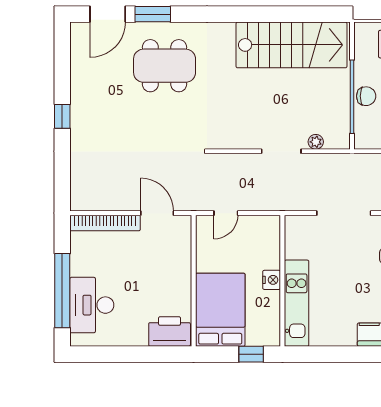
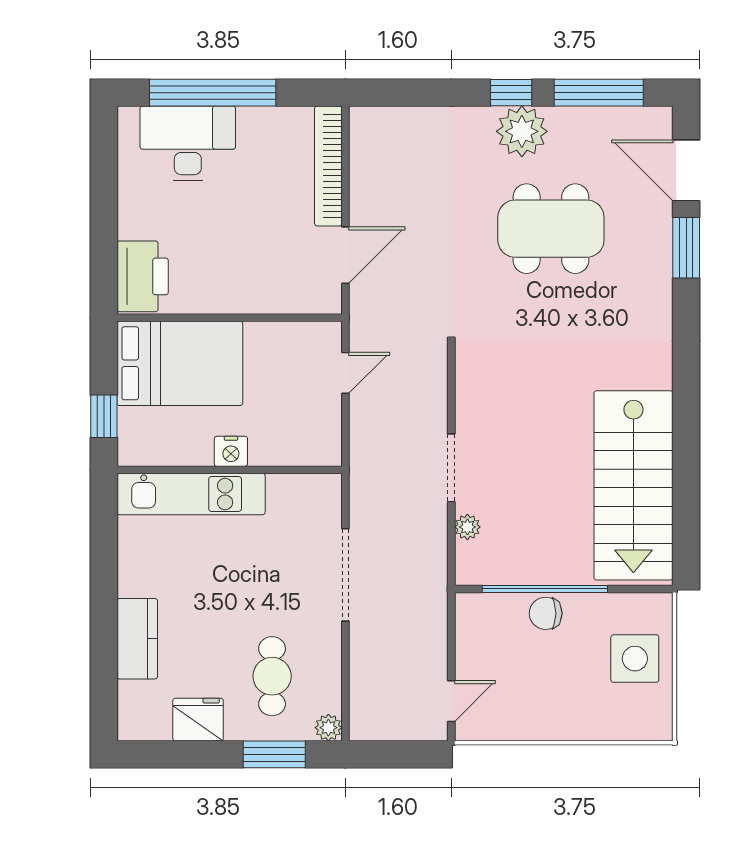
window: (62, 65) -> (599, 93), added
dining table: (165, 66) -> (551, 229), moved, turned 90
chair: (366, 96) -> (546, 613), turned 90
plant: (85, 110) -> (522, 131), added
door: (226, 213) -> (345, 373), swing flipped

